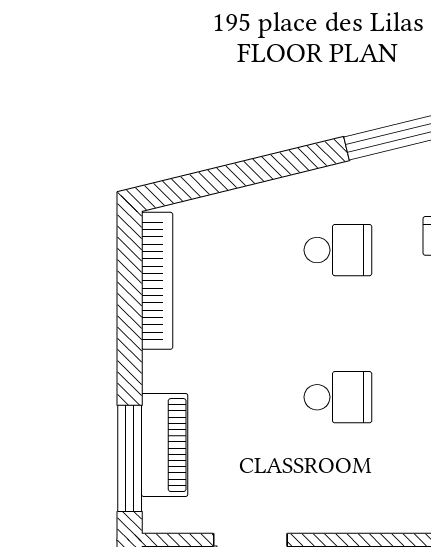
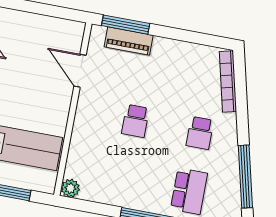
bookcase: (157, 281) -> (228, 82), moved, turned 76

